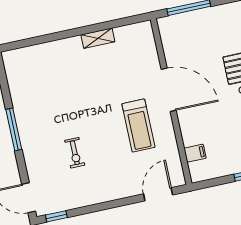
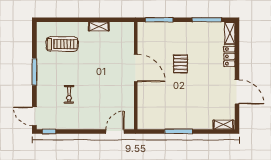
treadmill: (138, 126) -> (62, 44), moved, turned -90
filing cabinet: (195, 153) -> (144, 111), removed

